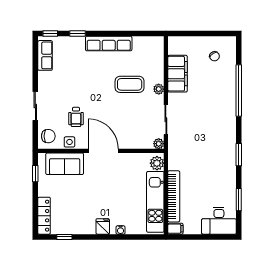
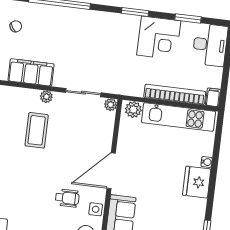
corner desk: (219, 177) -> (159, 38), added
fridge: (103, 226) -> (197, 182), width x1.88, depth x1.34

